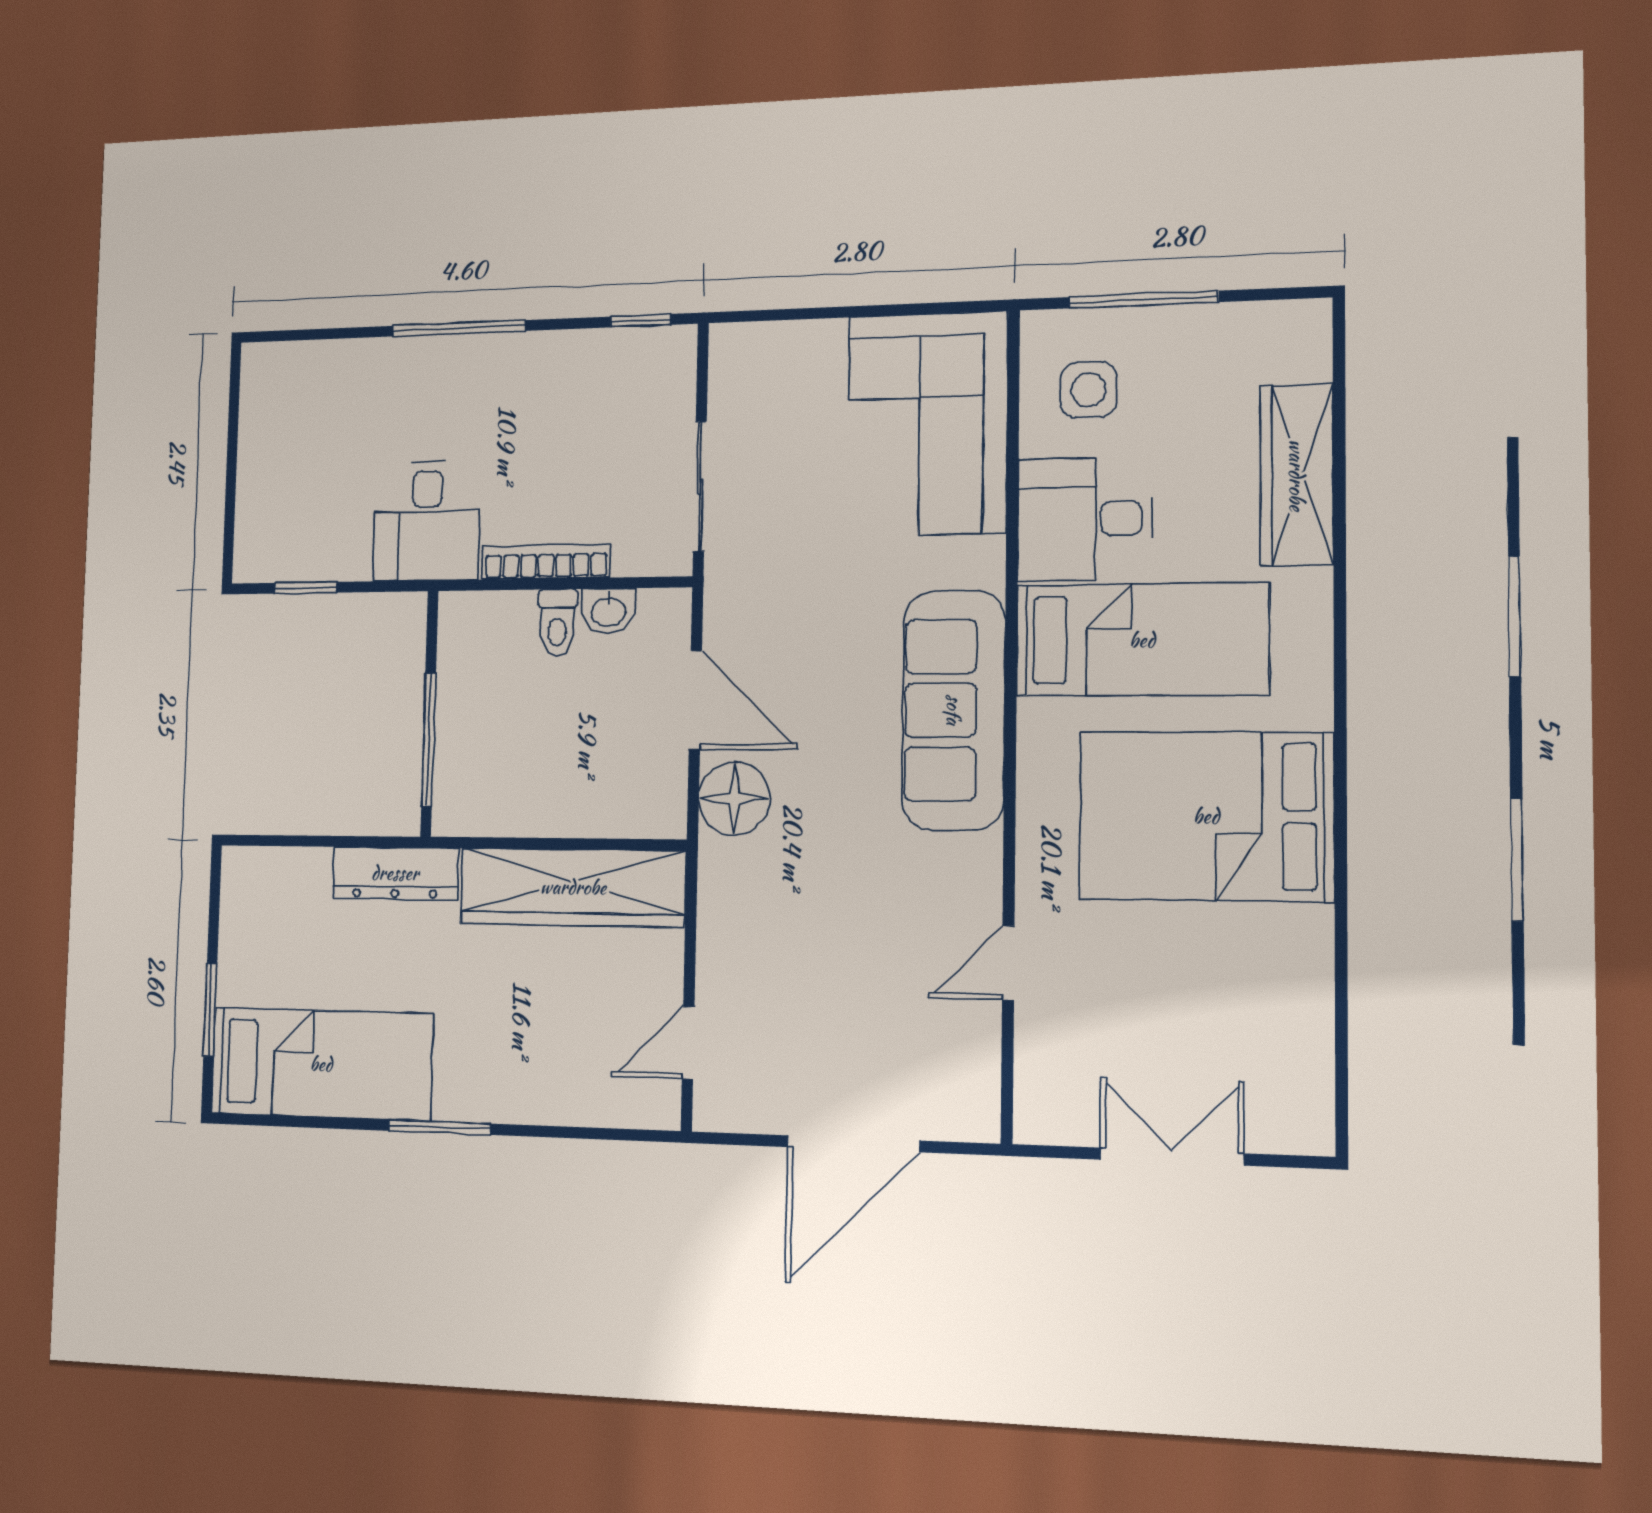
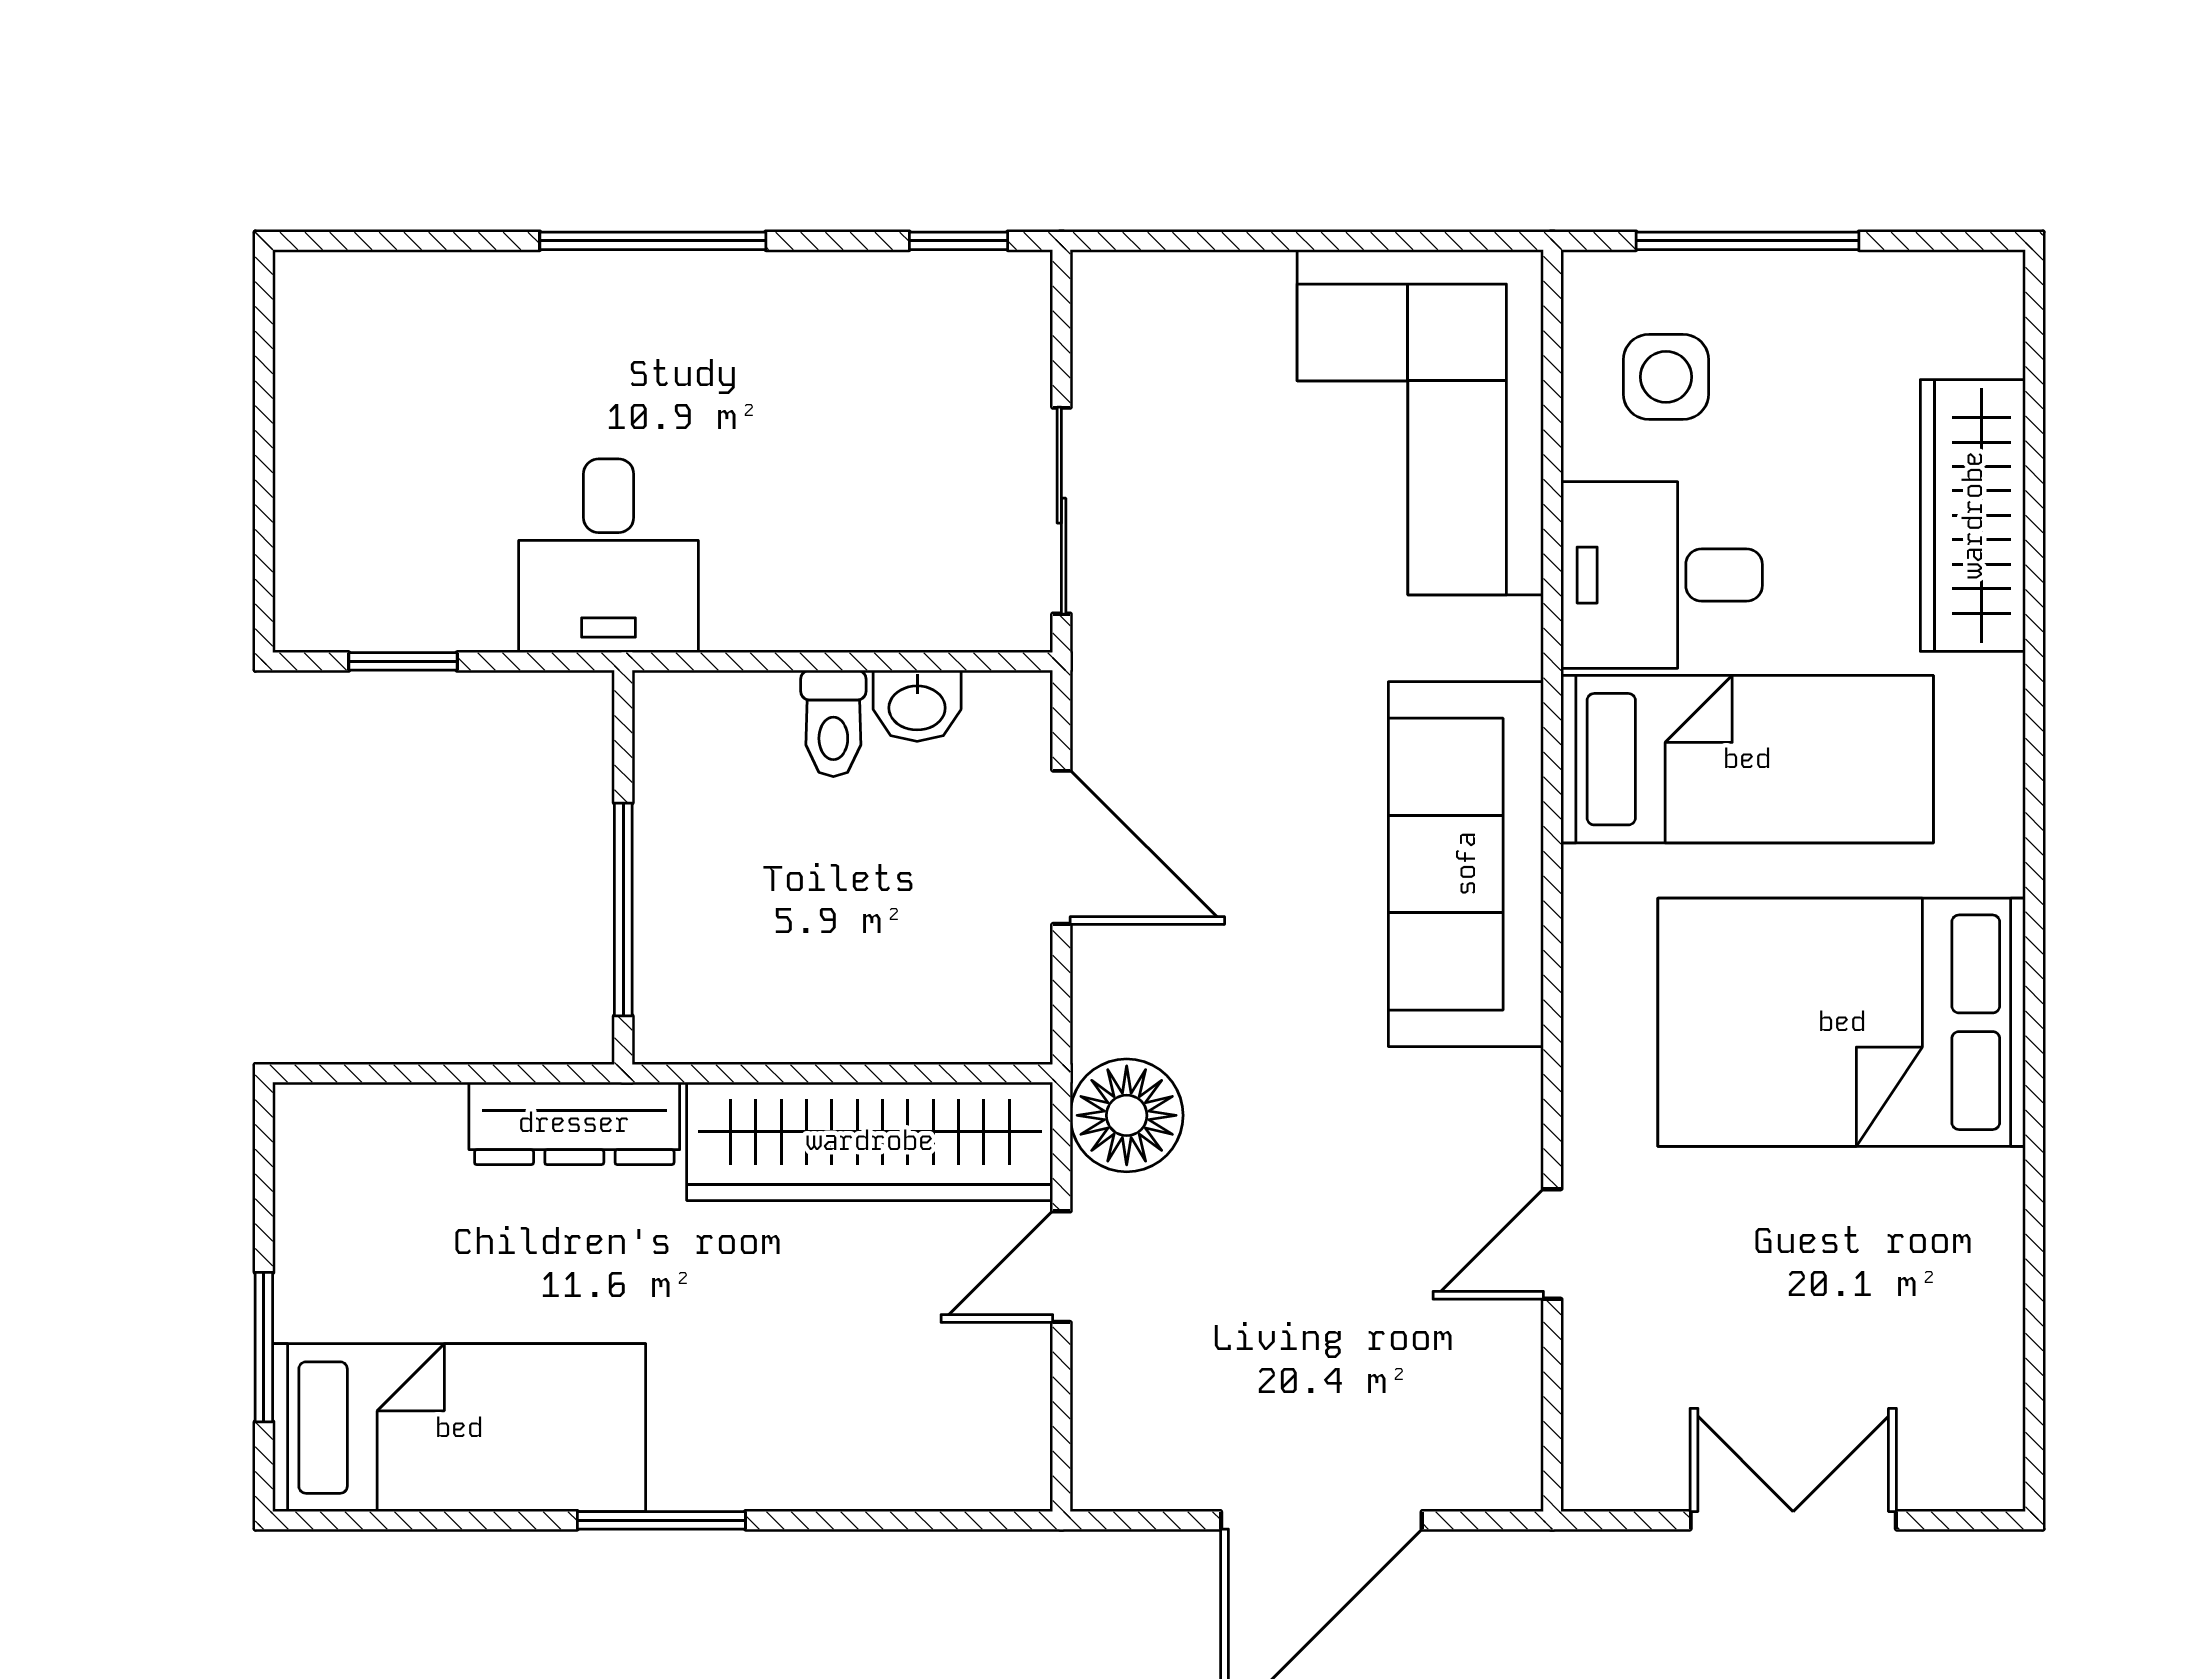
bookcase: (546, 562) -> (812, 625), removed
floor lamp: (734, 799) -> (1127, 1115), moved
door: (688, 1043) -> (1061, 1267), moved

